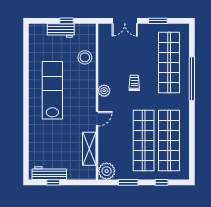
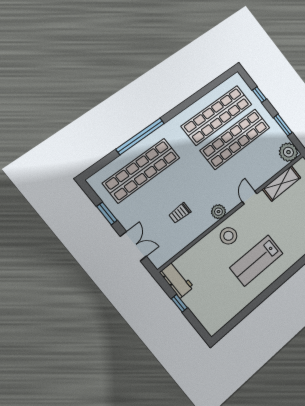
workbench: (61, 30) -> (177, 280), moved
stool: (85, 57) -> (228, 236), moved
trolley: (134, 83) -> (180, 213), moved
lab bench: (52, 90) -> (257, 260), width x0.73
door: (97, 119) -> (250, 198), hinge flipped

